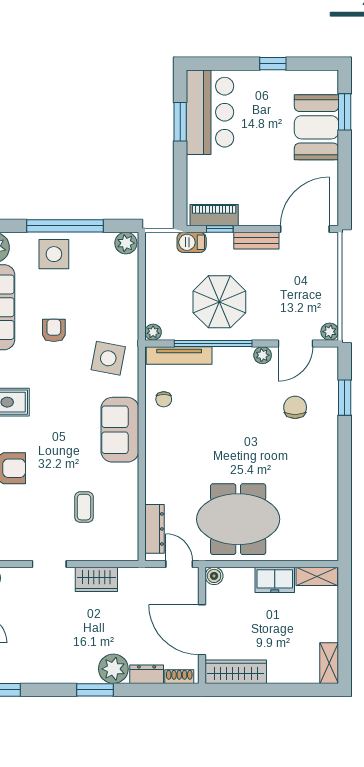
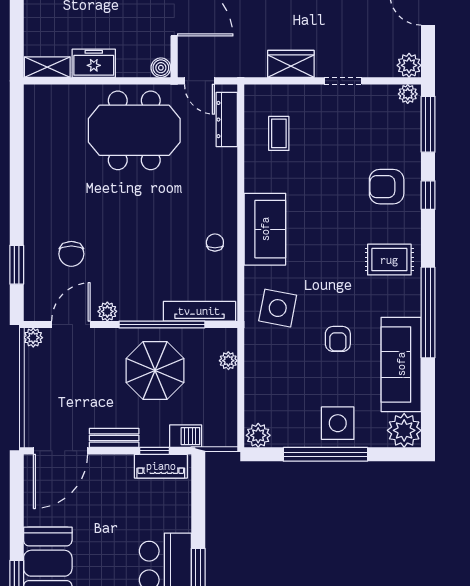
plant: (153, 332) -> (228, 361), moved
chair: (164, 399) -> (215, 243), moved
coffee table: (84, 507) -> (279, 133), moved

